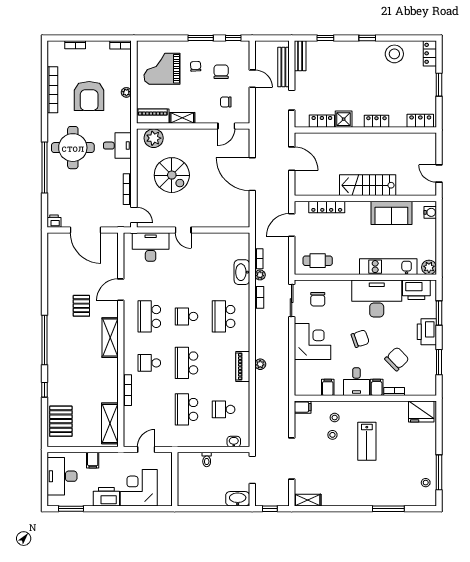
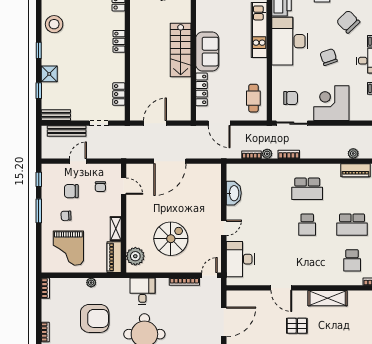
shower: (344, 119) -> (49, 74), moved
sofa: (391, 213) -> (207, 52), moved
washbasin: (242, 272) -> (234, 193), moved, turned -90
school desk: (149, 316) -> (307, 260), removed

